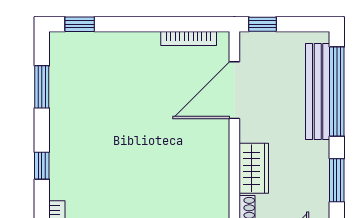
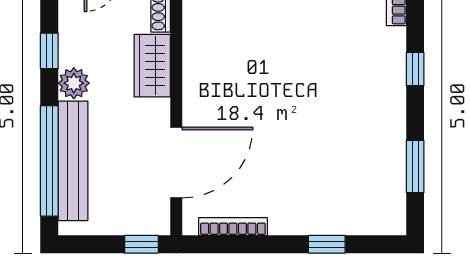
window: (80, 24) -> (327, 244), moved
plant: (317, 154) -> (74, 83), added
window: (337, 180) -> (49, 51), width x0.67

